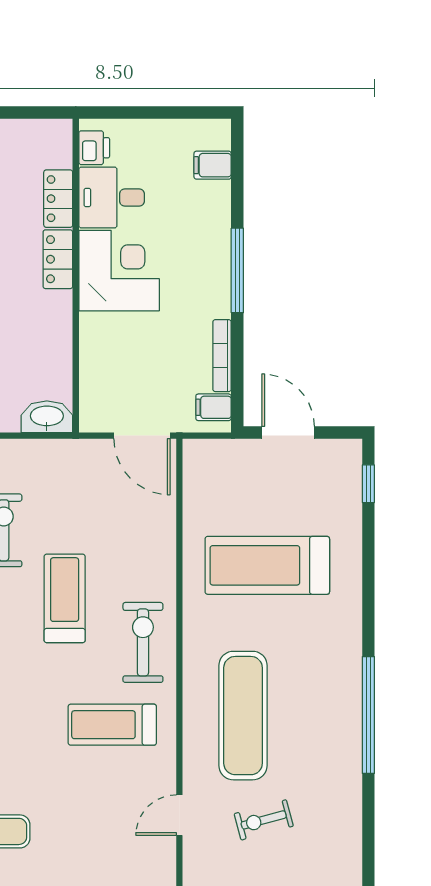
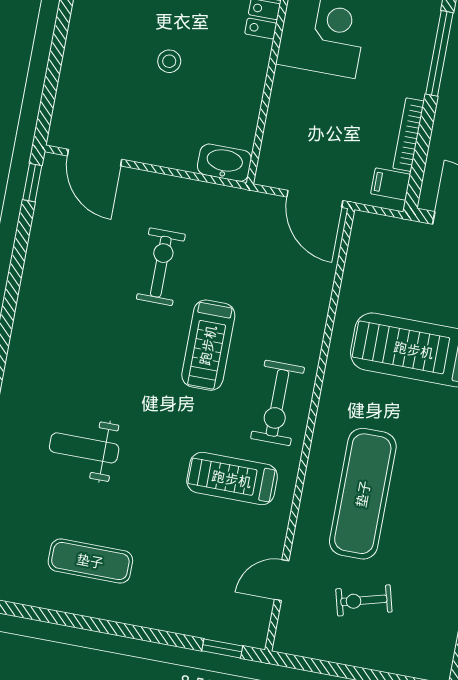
treadmill: (65, 598) -> (208, 345), turned 180
exercise bike: (143, 642) -> (278, 403), turned 180

